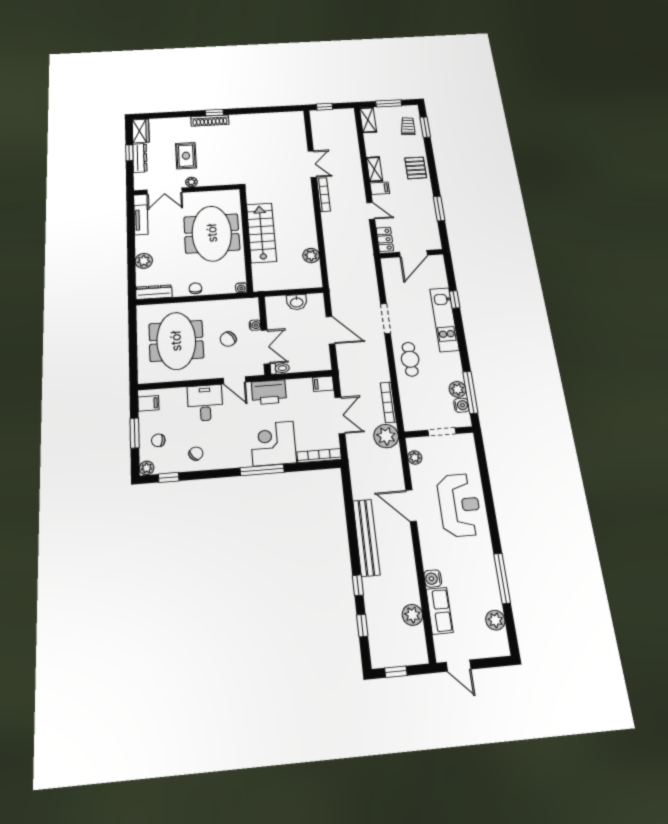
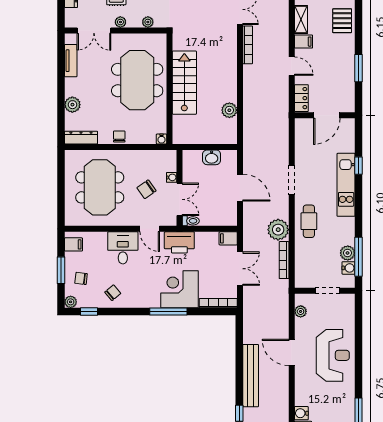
plant: (220, 180) -> (148, 22), added
plant: (386, 436) -> (278, 230), moved

